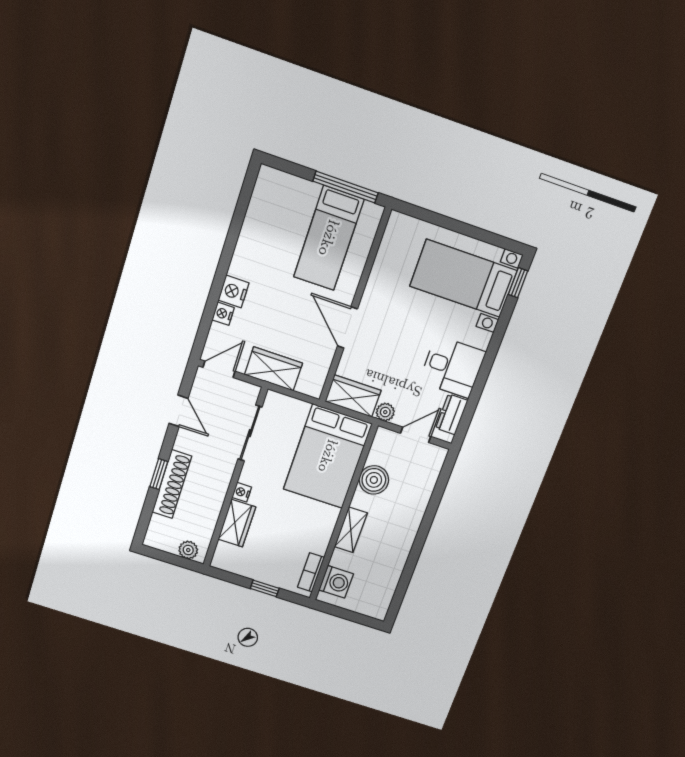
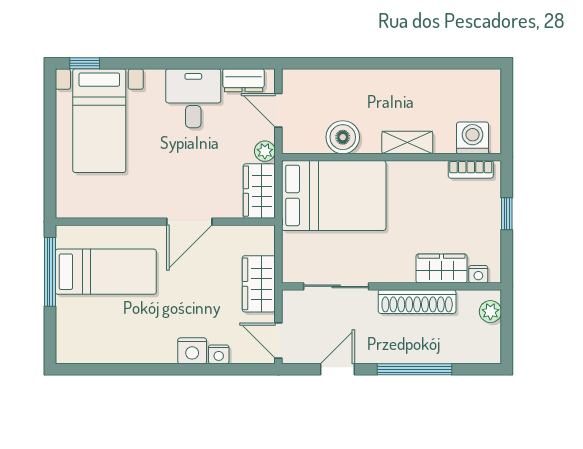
window: (159, 474) -> (414, 369), width x2.17
shoe rack: (172, 484) -> (417, 302), moved, turned 180
nightstand: (242, 492) -> (478, 274), moved

